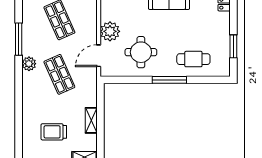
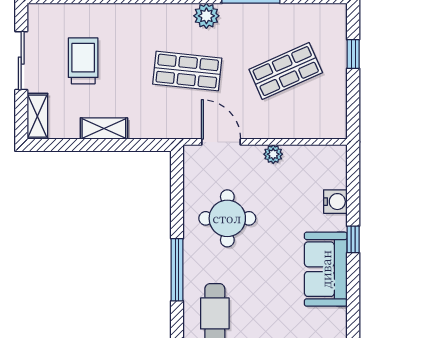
plant: (110, 31) -> (273, 154), width x0.53, depth x0.53
shop shelf: (59, 74) -> (187, 71), turned 30

